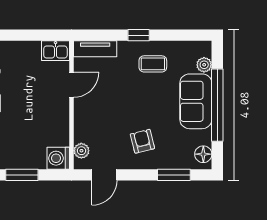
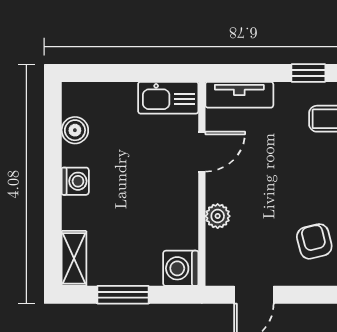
kitchen sink: (55, 51) -> (168, 98), width x1.38
plant: (81, 151) -> (218, 216), moved

